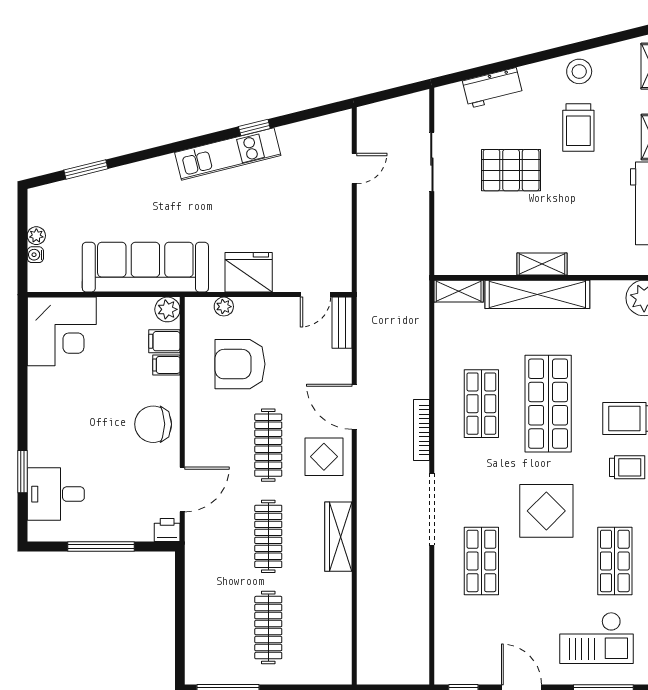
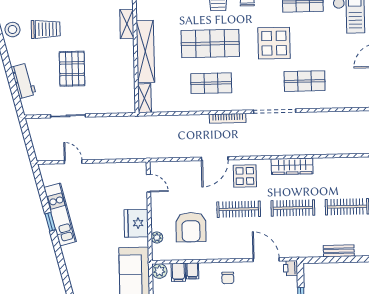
kitchen unit: (228, 154) -> (60, 214), moved
shelving: (542, 264) -> (127, 24), moved
bench: (342, 323) -> (339, 251), moved
chair: (153, 424) -> (228, 278), width x0.54, depth x0.54

